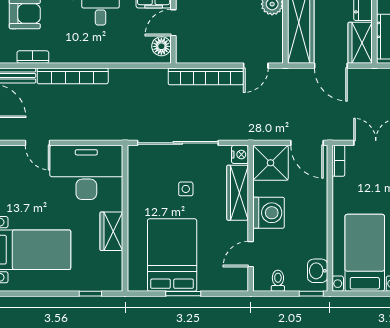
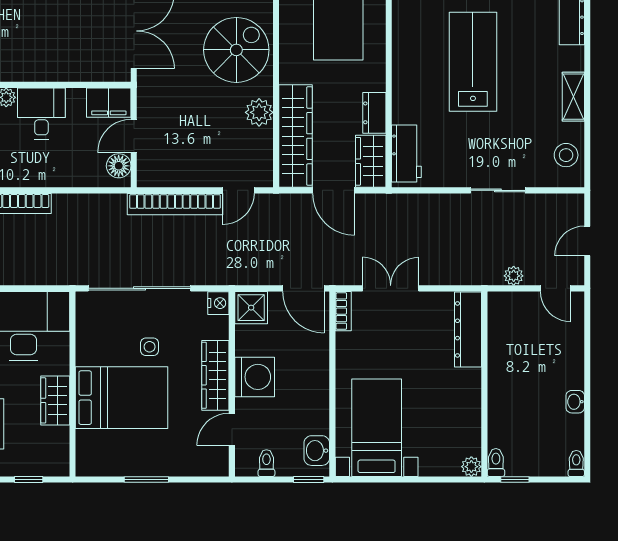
shower: (271, 163) -> (251, 308), width x0.73, depth x0.73
wardrobe: (238, 193) -> (215, 375), moved
bed: (172, 255) -> (122, 398), moved, turned 90

